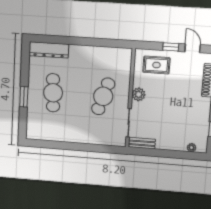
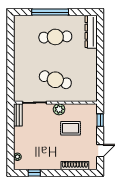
window: (171, 47) -> (100, 120), moved
rug: (156, 65) -> (70, 128), moved, turned 90
window: (24, 97) -> (50, 12), width x2.11

